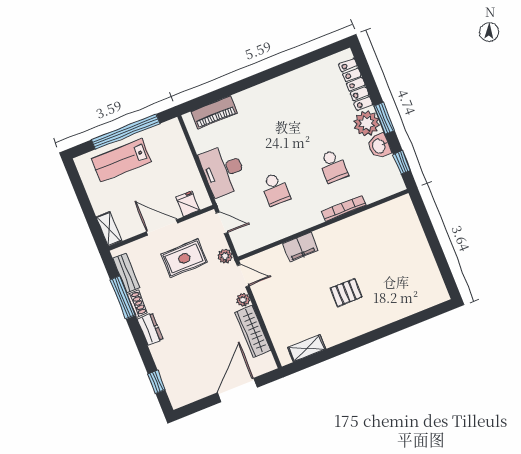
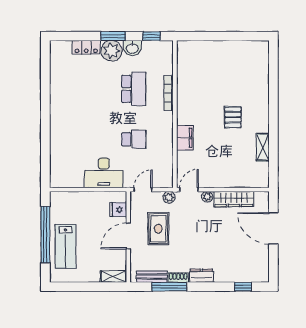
locker: (356, 84) -> (86, 47), width x0.66
piano: (214, 112) -> (57, 162), removed
school desk: (333, 166) -> (134, 89), width x1.85
shelving: (307, 348) -> (263, 147), moved

